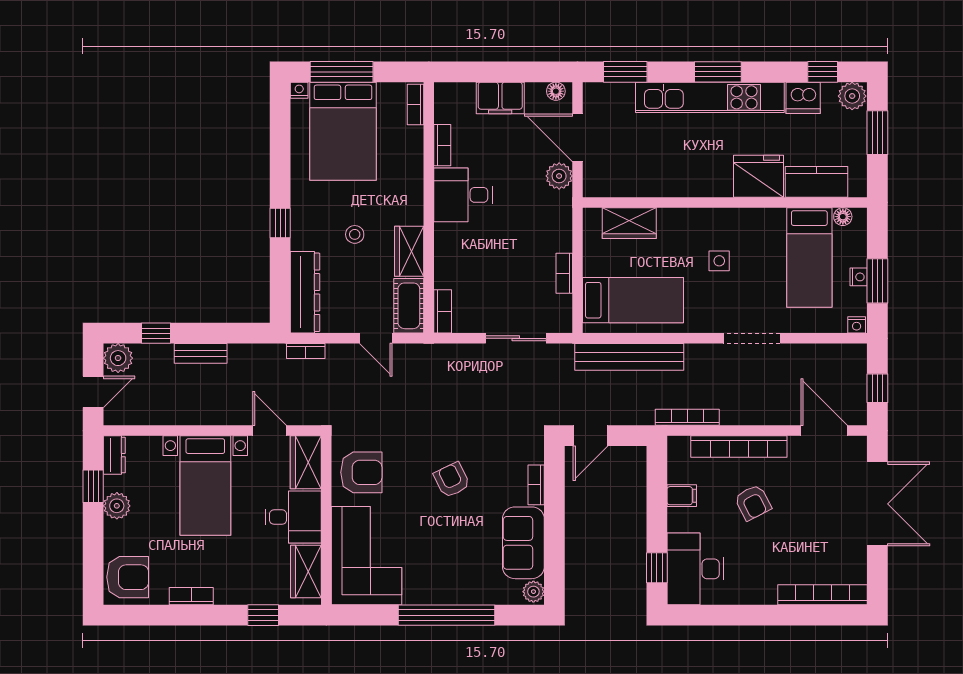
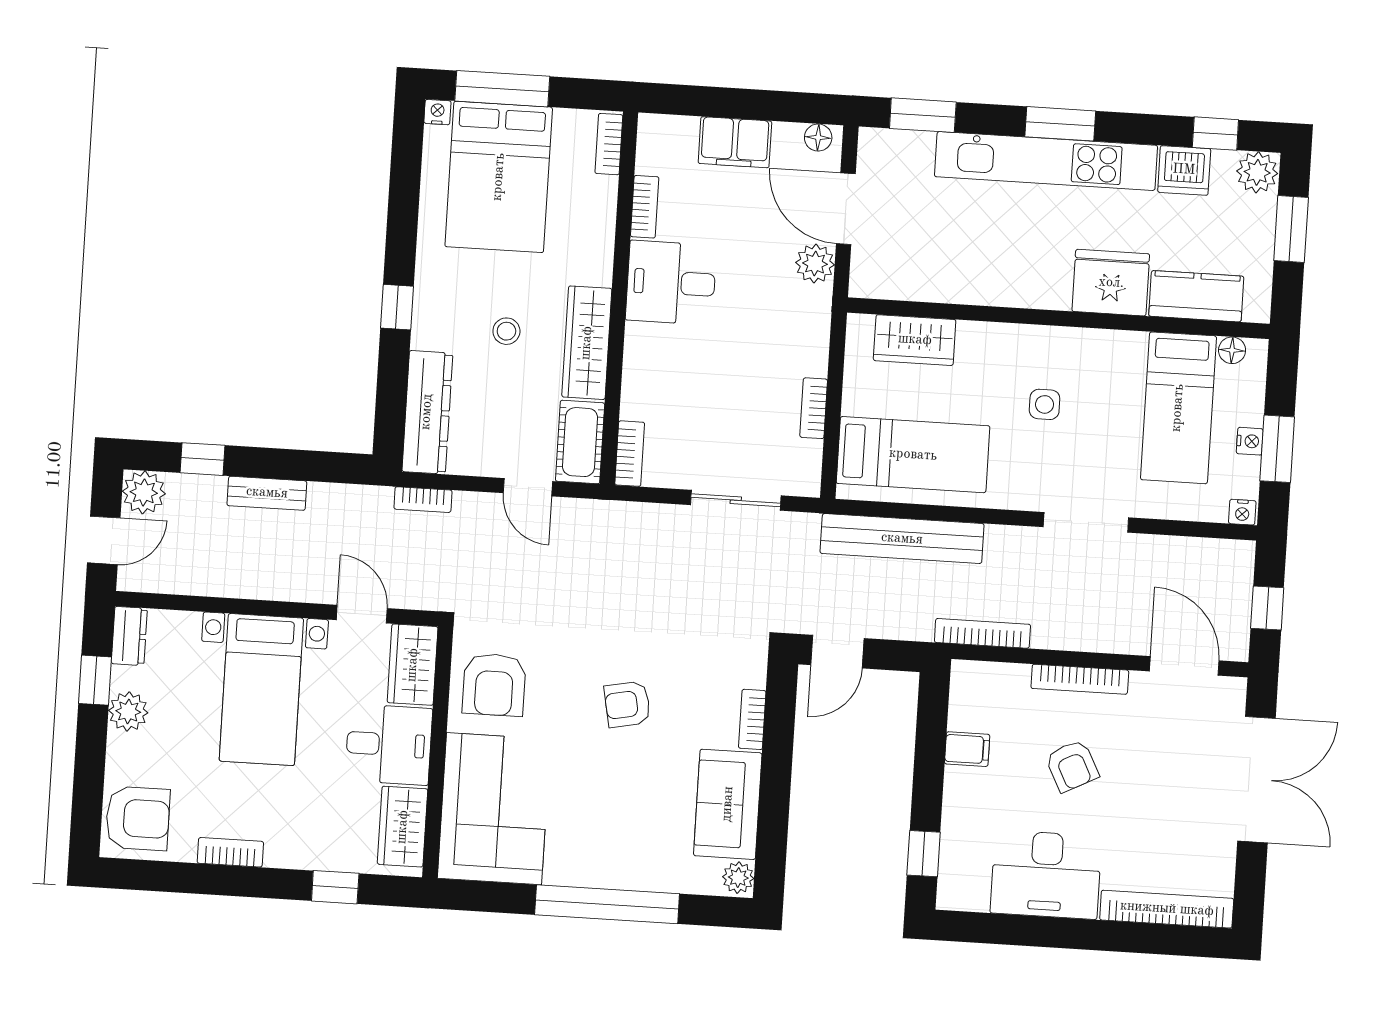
wardrobe: (409, 251) -> (587, 343), width x1.50
bookcase: (739, 447) -> (1080, 679), width x0.68, depth x0.76
armchair: (361, 472) -> (494, 685), turned 90
armchair: (452, 480) -> (627, 704), turned -75
desk: (695, 569) -> (1046, 875), moved, turned -90

